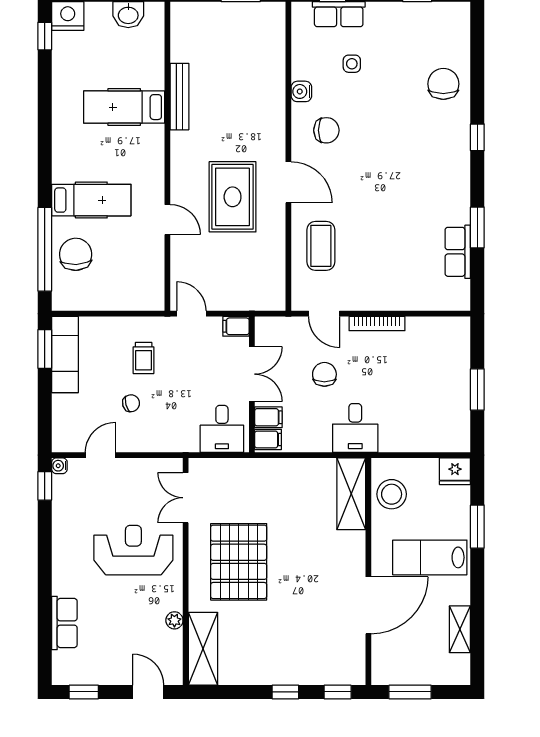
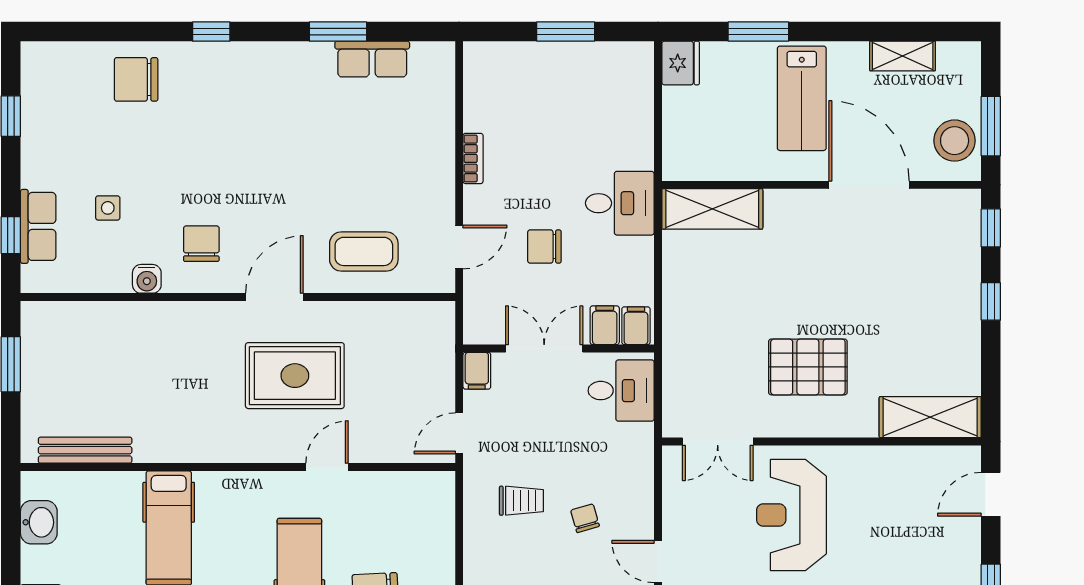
bench: (180, 97) -> (85, 450), moved
bookcase: (377, 324) -> (473, 158), width x0.64
stool: (392, 494) -> (955, 141), moved
pallet: (239, 562) -> (808, 367), width x0.73, depth x0.71
plant: (174, 620) -> (890, 457), removed

